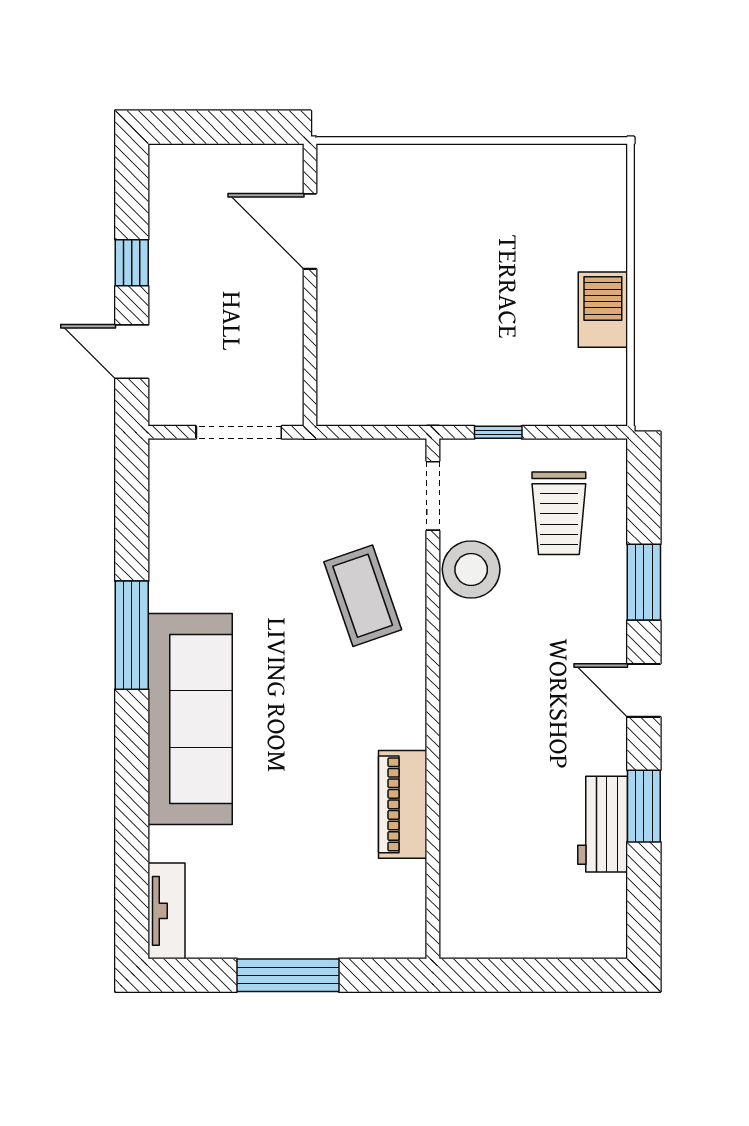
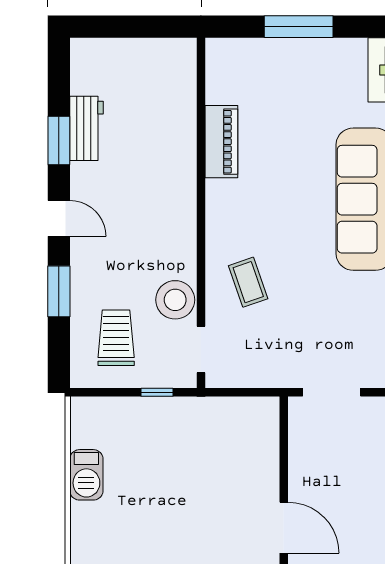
coffee table: (363, 596) -> (248, 282), width x0.73, depth x0.77

